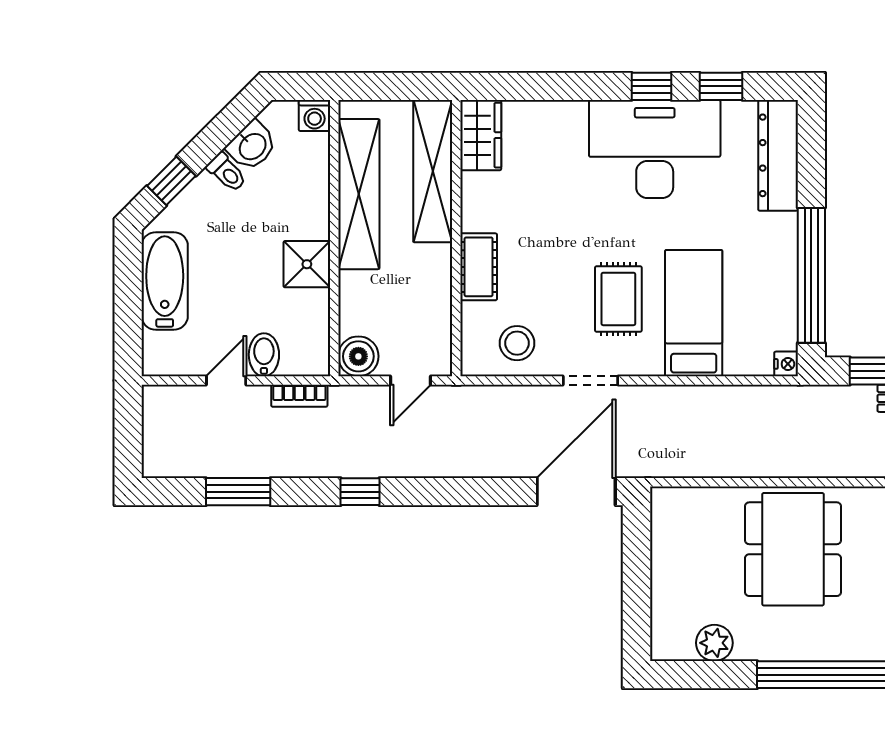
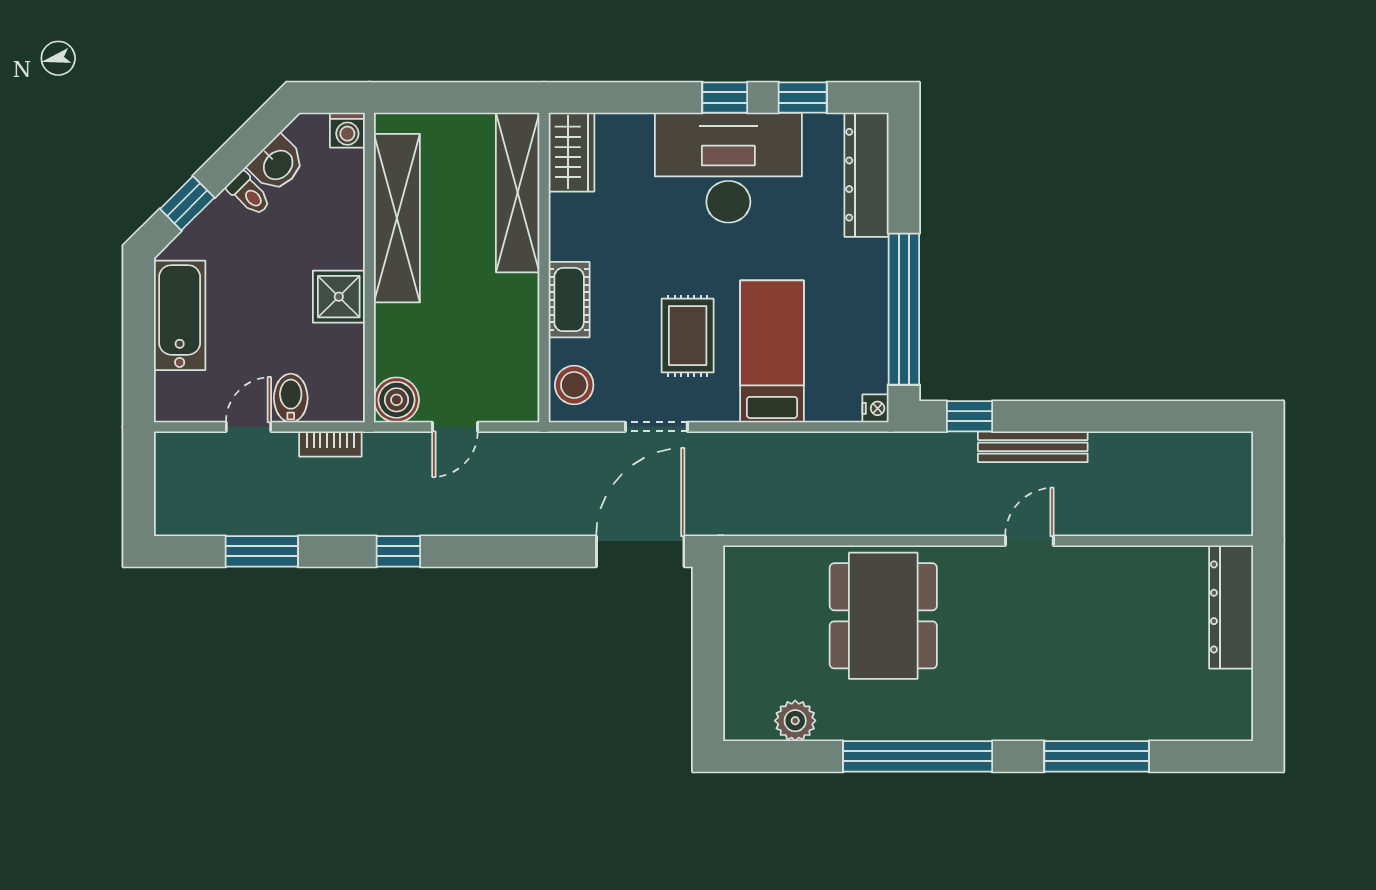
wardrobe: (481, 135) -> (571, 152), moved
shelving: (433, 171) -> (518, 192), moved
wall: (456, 238) -> (544, 267), moved
cot: (479, 267) -> (569, 300), moved

